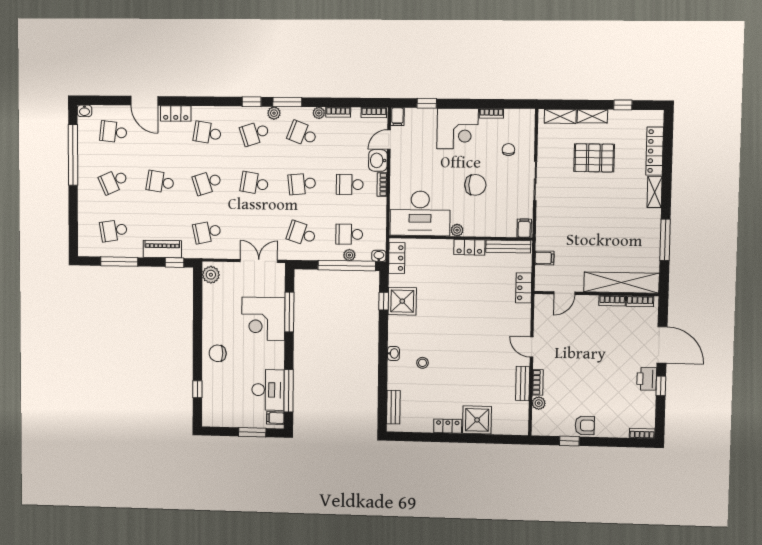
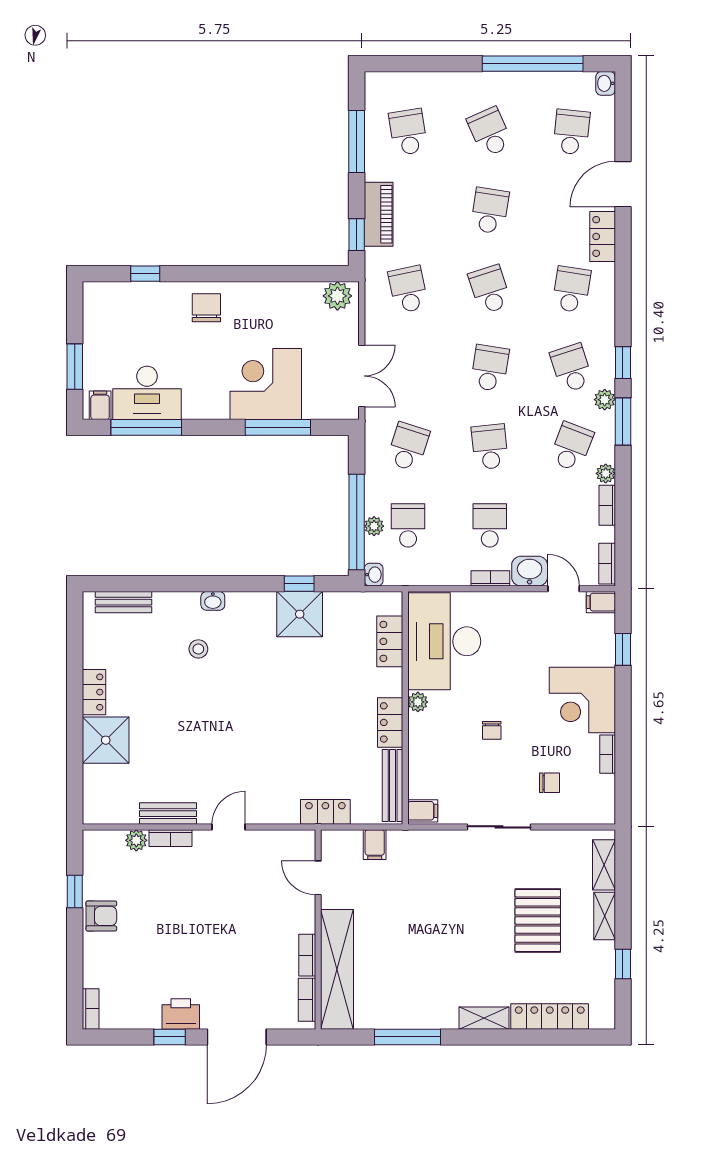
chair: (475, 185) -> (492, 730), width x0.54, depth x0.54
locker: (397, 258) -> (390, 641), moved, turned 90
armchair: (585, 425) -> (101, 916), turned -90

